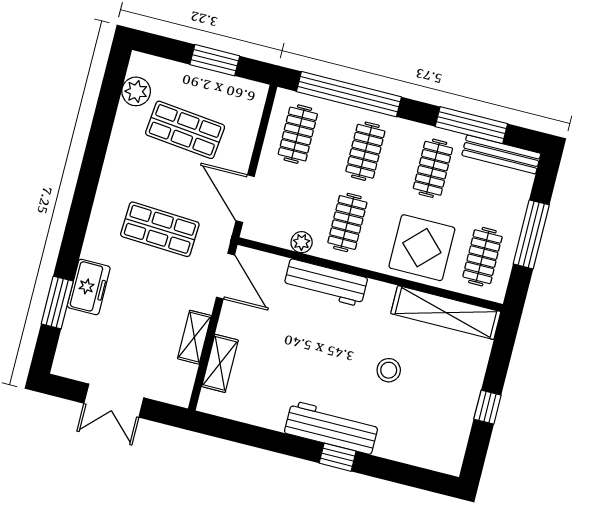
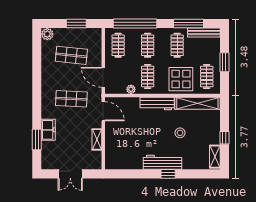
plant: (136, 91) -> (47, 34), moved
window: (531, 234) -> (224, 62), width x0.69
workbench: (326, 283) -> (157, 103), moved
shelving: (220, 363) -> (215, 157), moved

